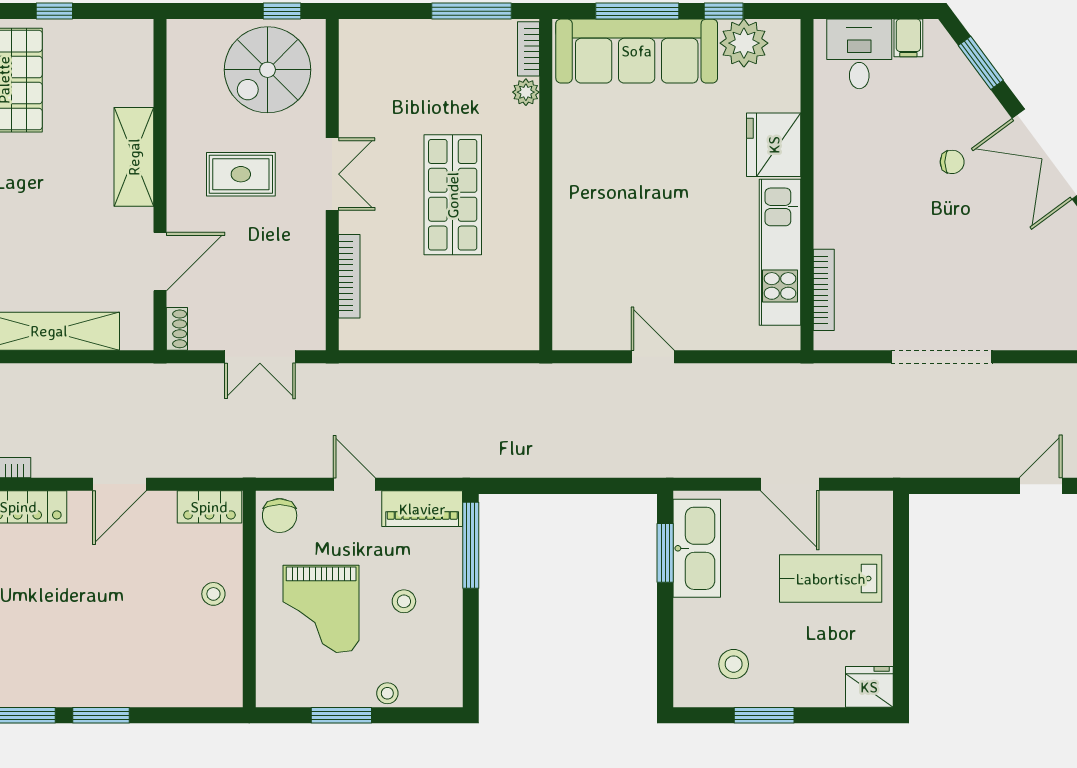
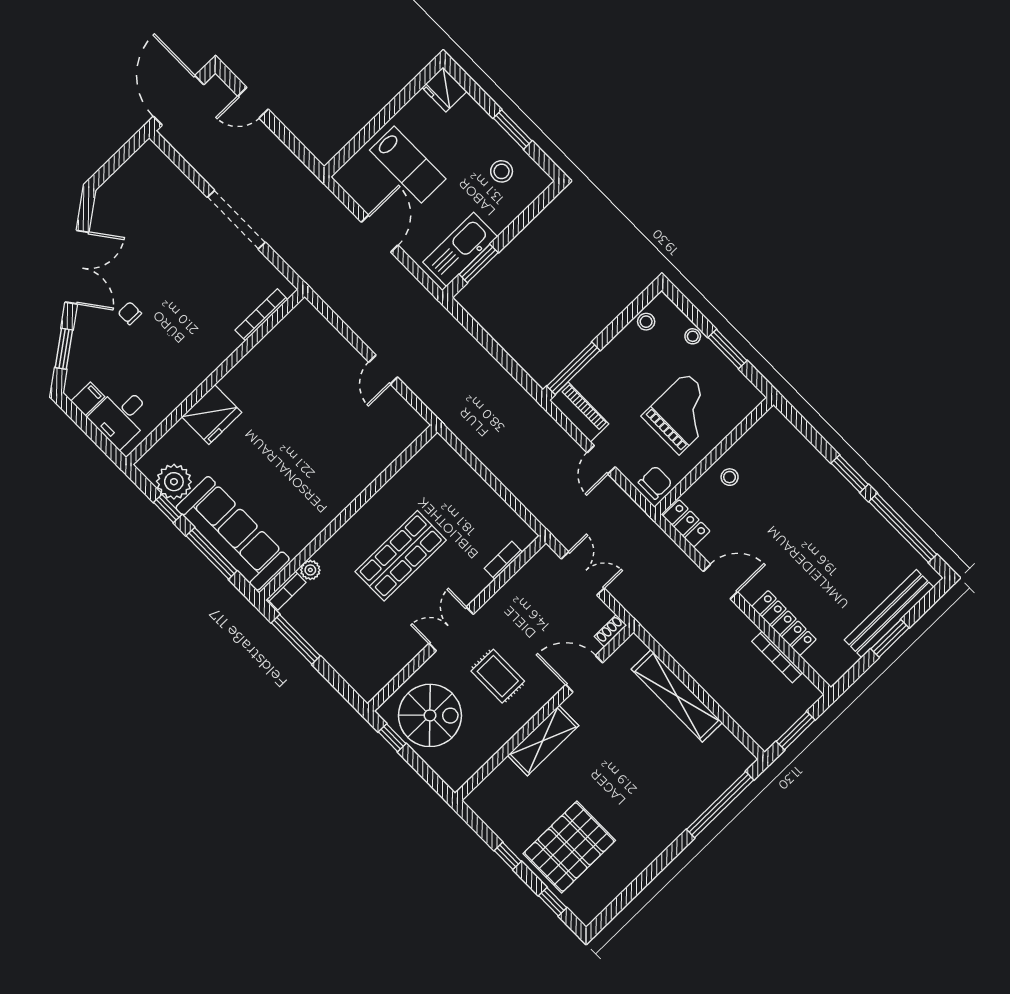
kitchen unit: (780, 252) -> (264, 357), removed
bookcase: (349, 276) -> (503, 560), width x0.64
stool: (404, 601) -> (646, 322), moved

